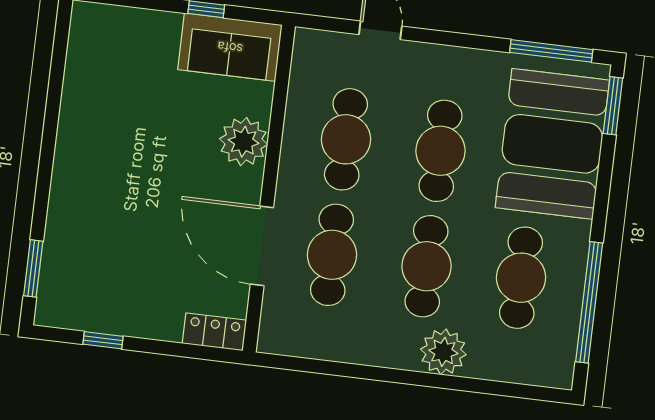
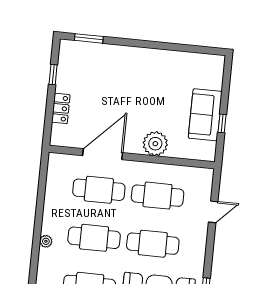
sofa: (230, 47) -> (205, 115), moved
locker: (214, 332) -> (61, 108), moved
plant: (443, 352) -> (46, 241), width x0.53, depth x0.53

